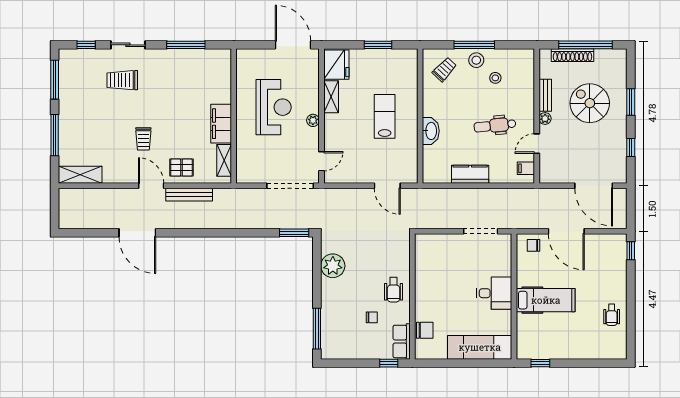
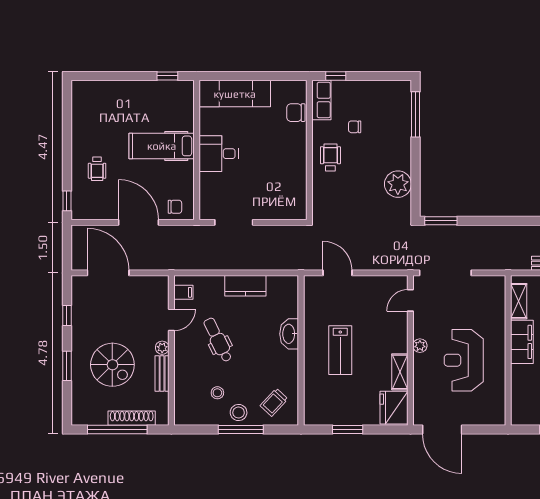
dental chair: (495, 125) -> (218, 340), turned -110
wheelchair: (612, 315) -> (97, 169), moved, turned 180

